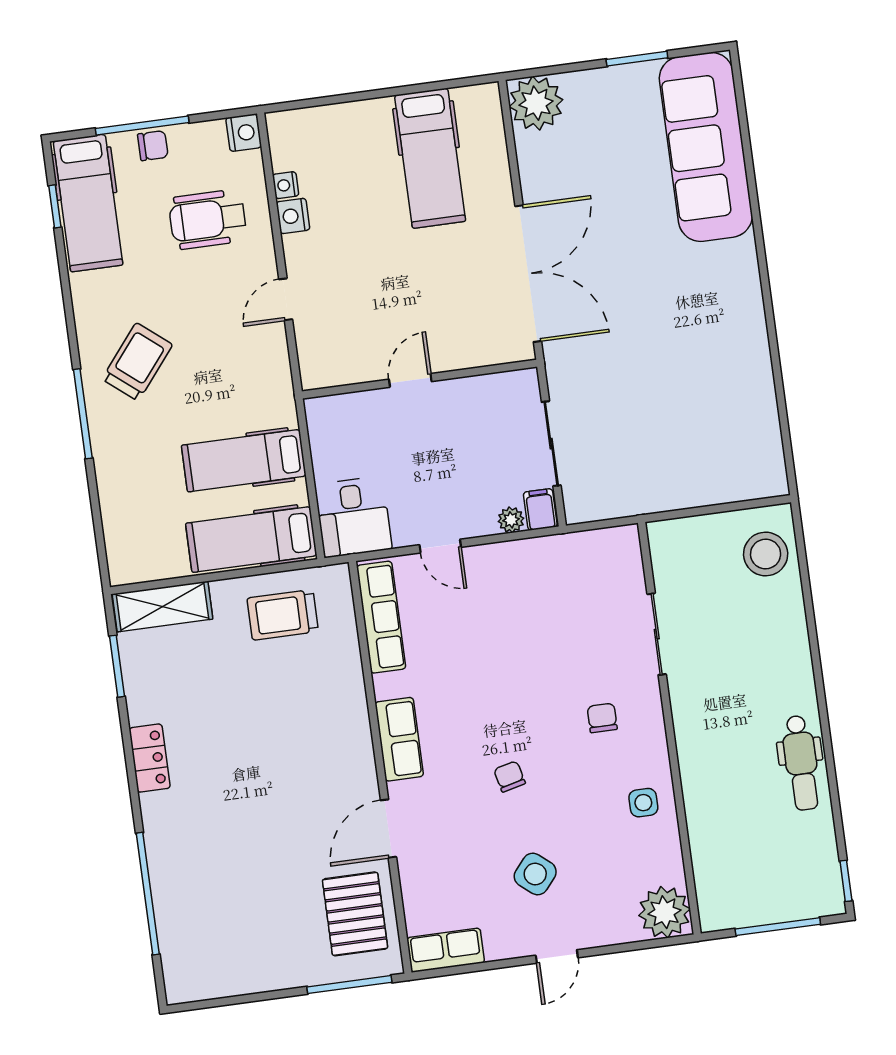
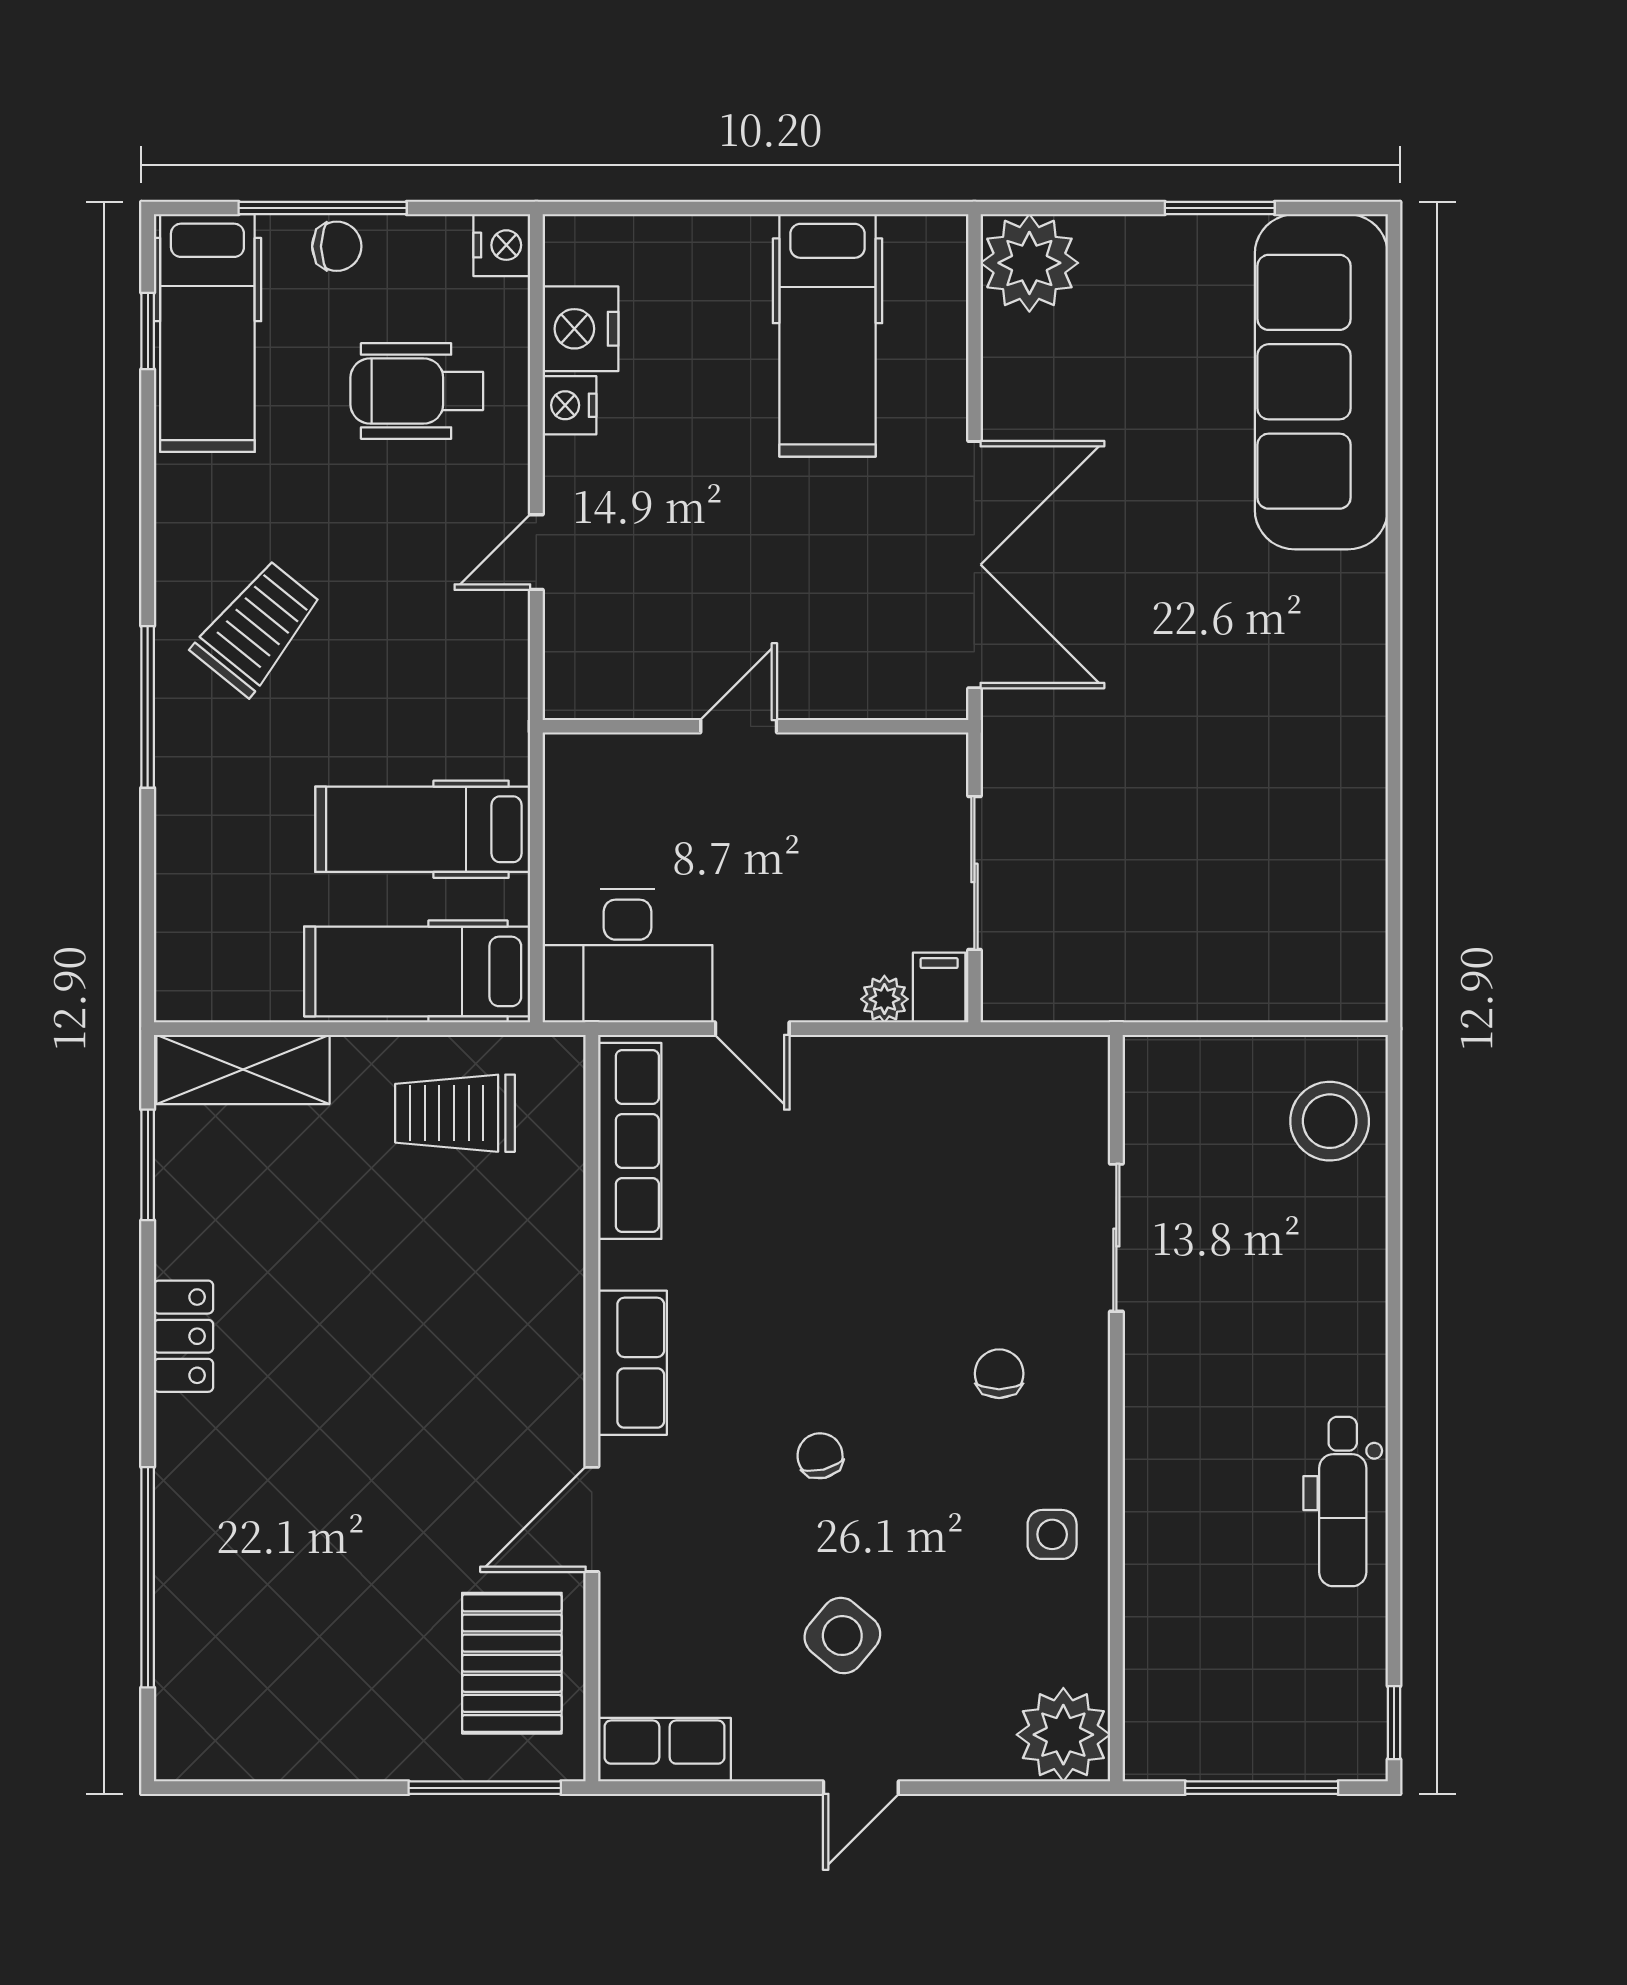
nightstand: (286, 185) -> (580, 329), width x1.89, depth x1.79
desk: (353, 517) -> (627, 956), width x1.37

